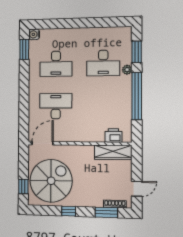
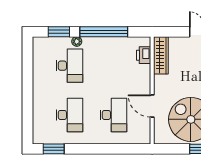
water cooler: (34, 34) -> (38, 138), removed
desk: (56, 106) -> (114, 115), turned 180
door: (42, 143) -> (152, 106), moved

